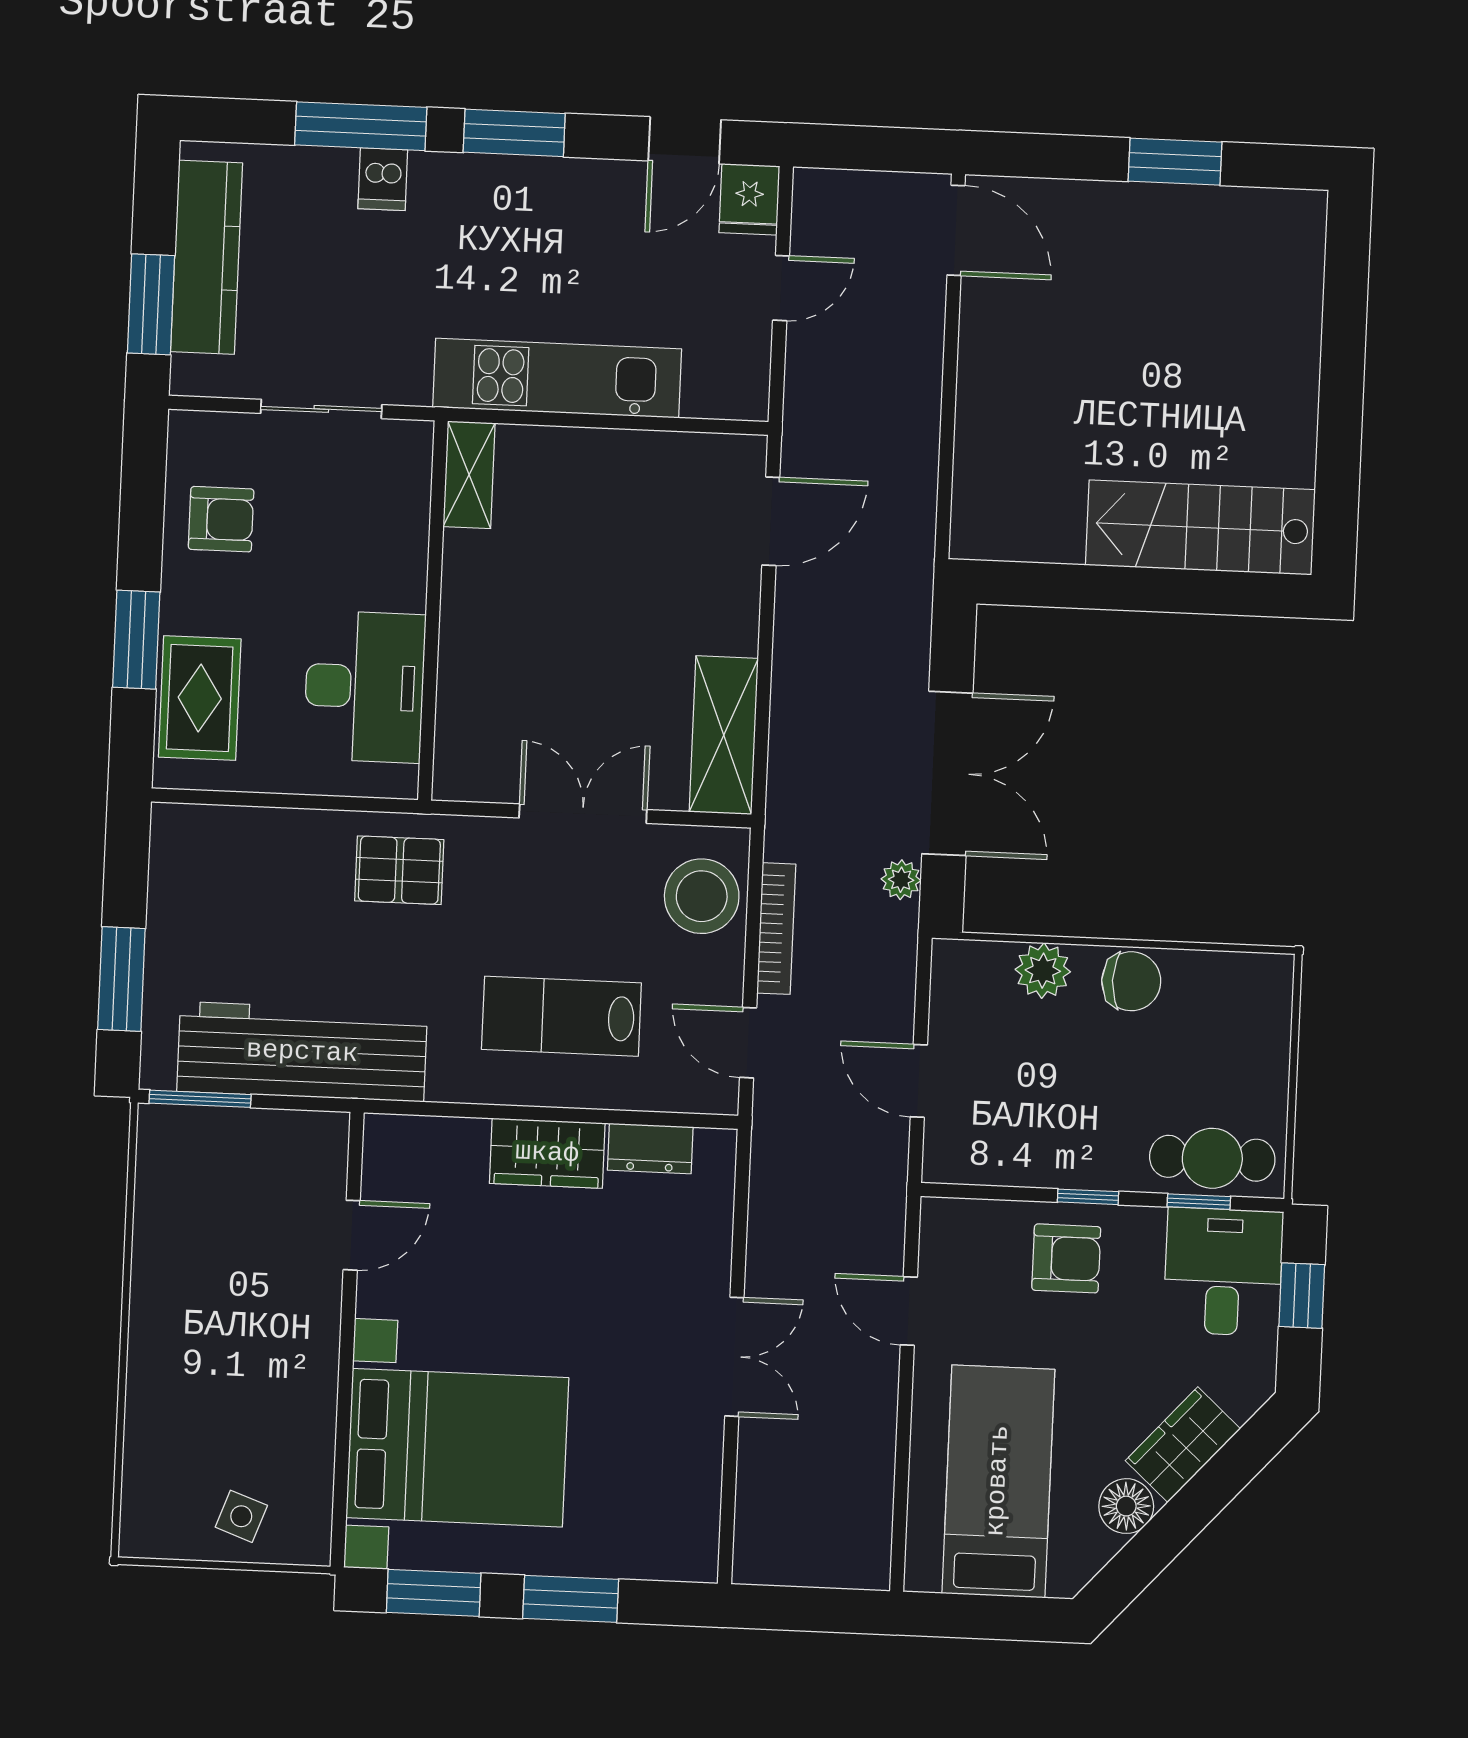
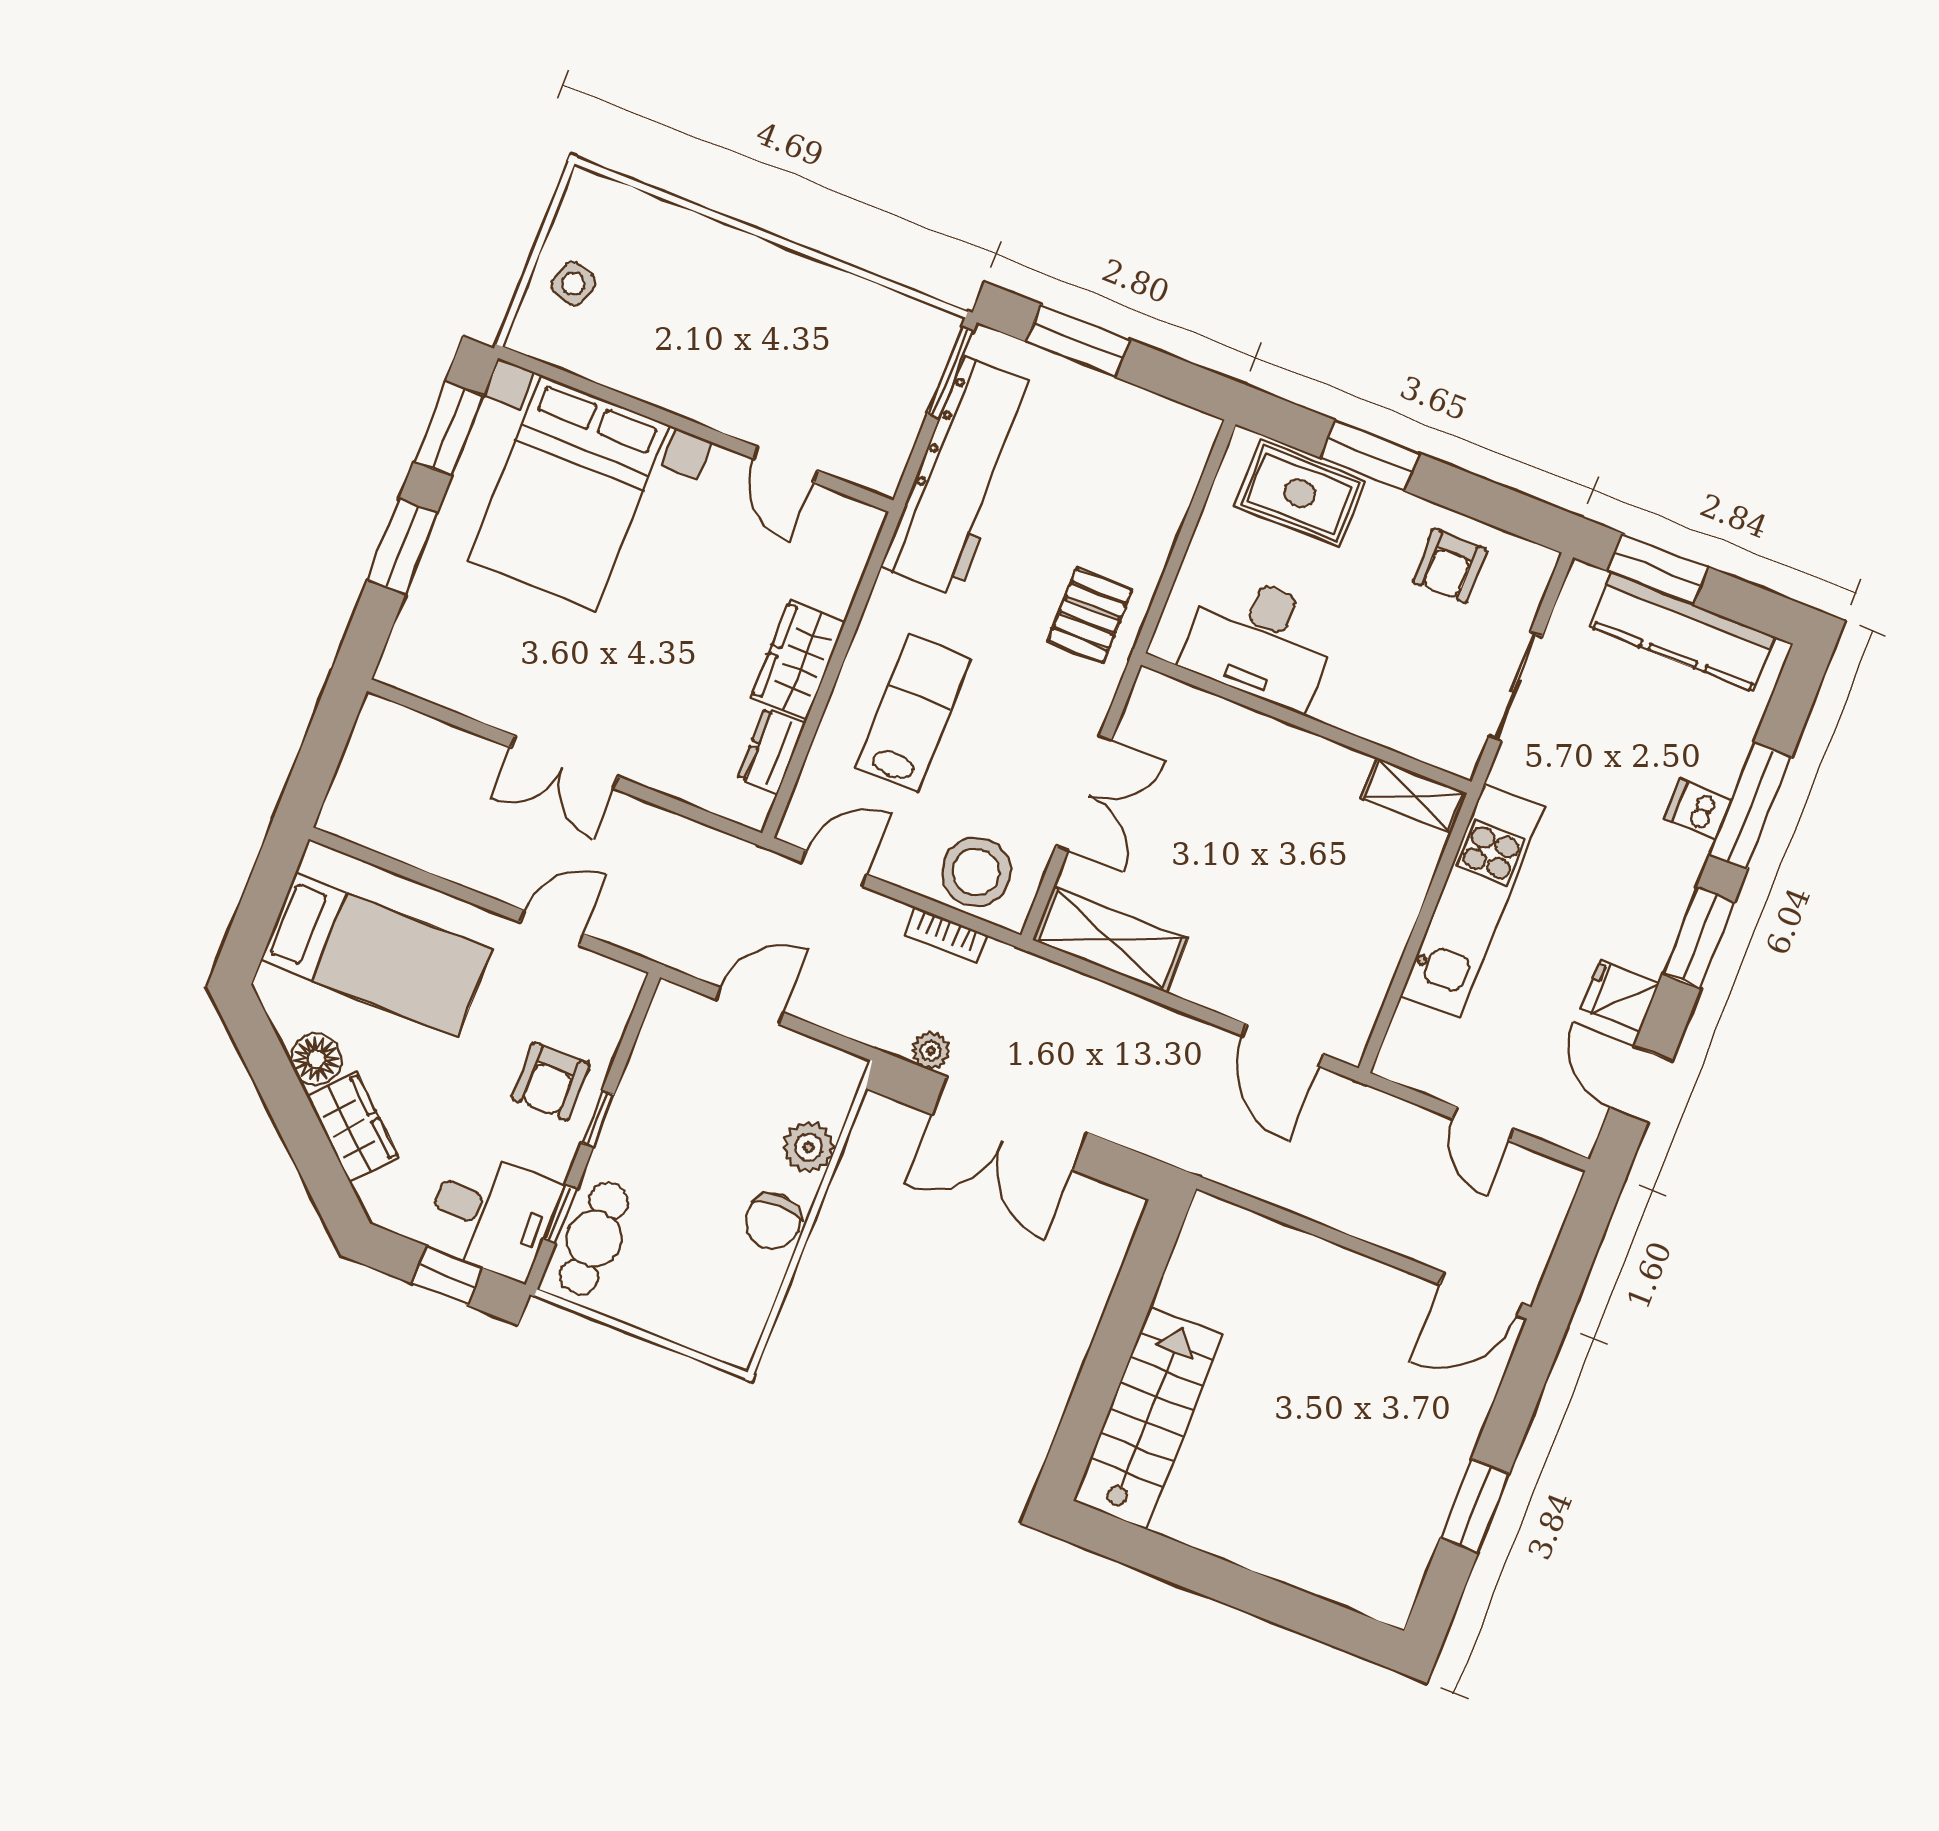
fridge: (749, 199) -> (1620, 996), moved
bookcase: (776, 929) -> (946, 935), width x0.64

